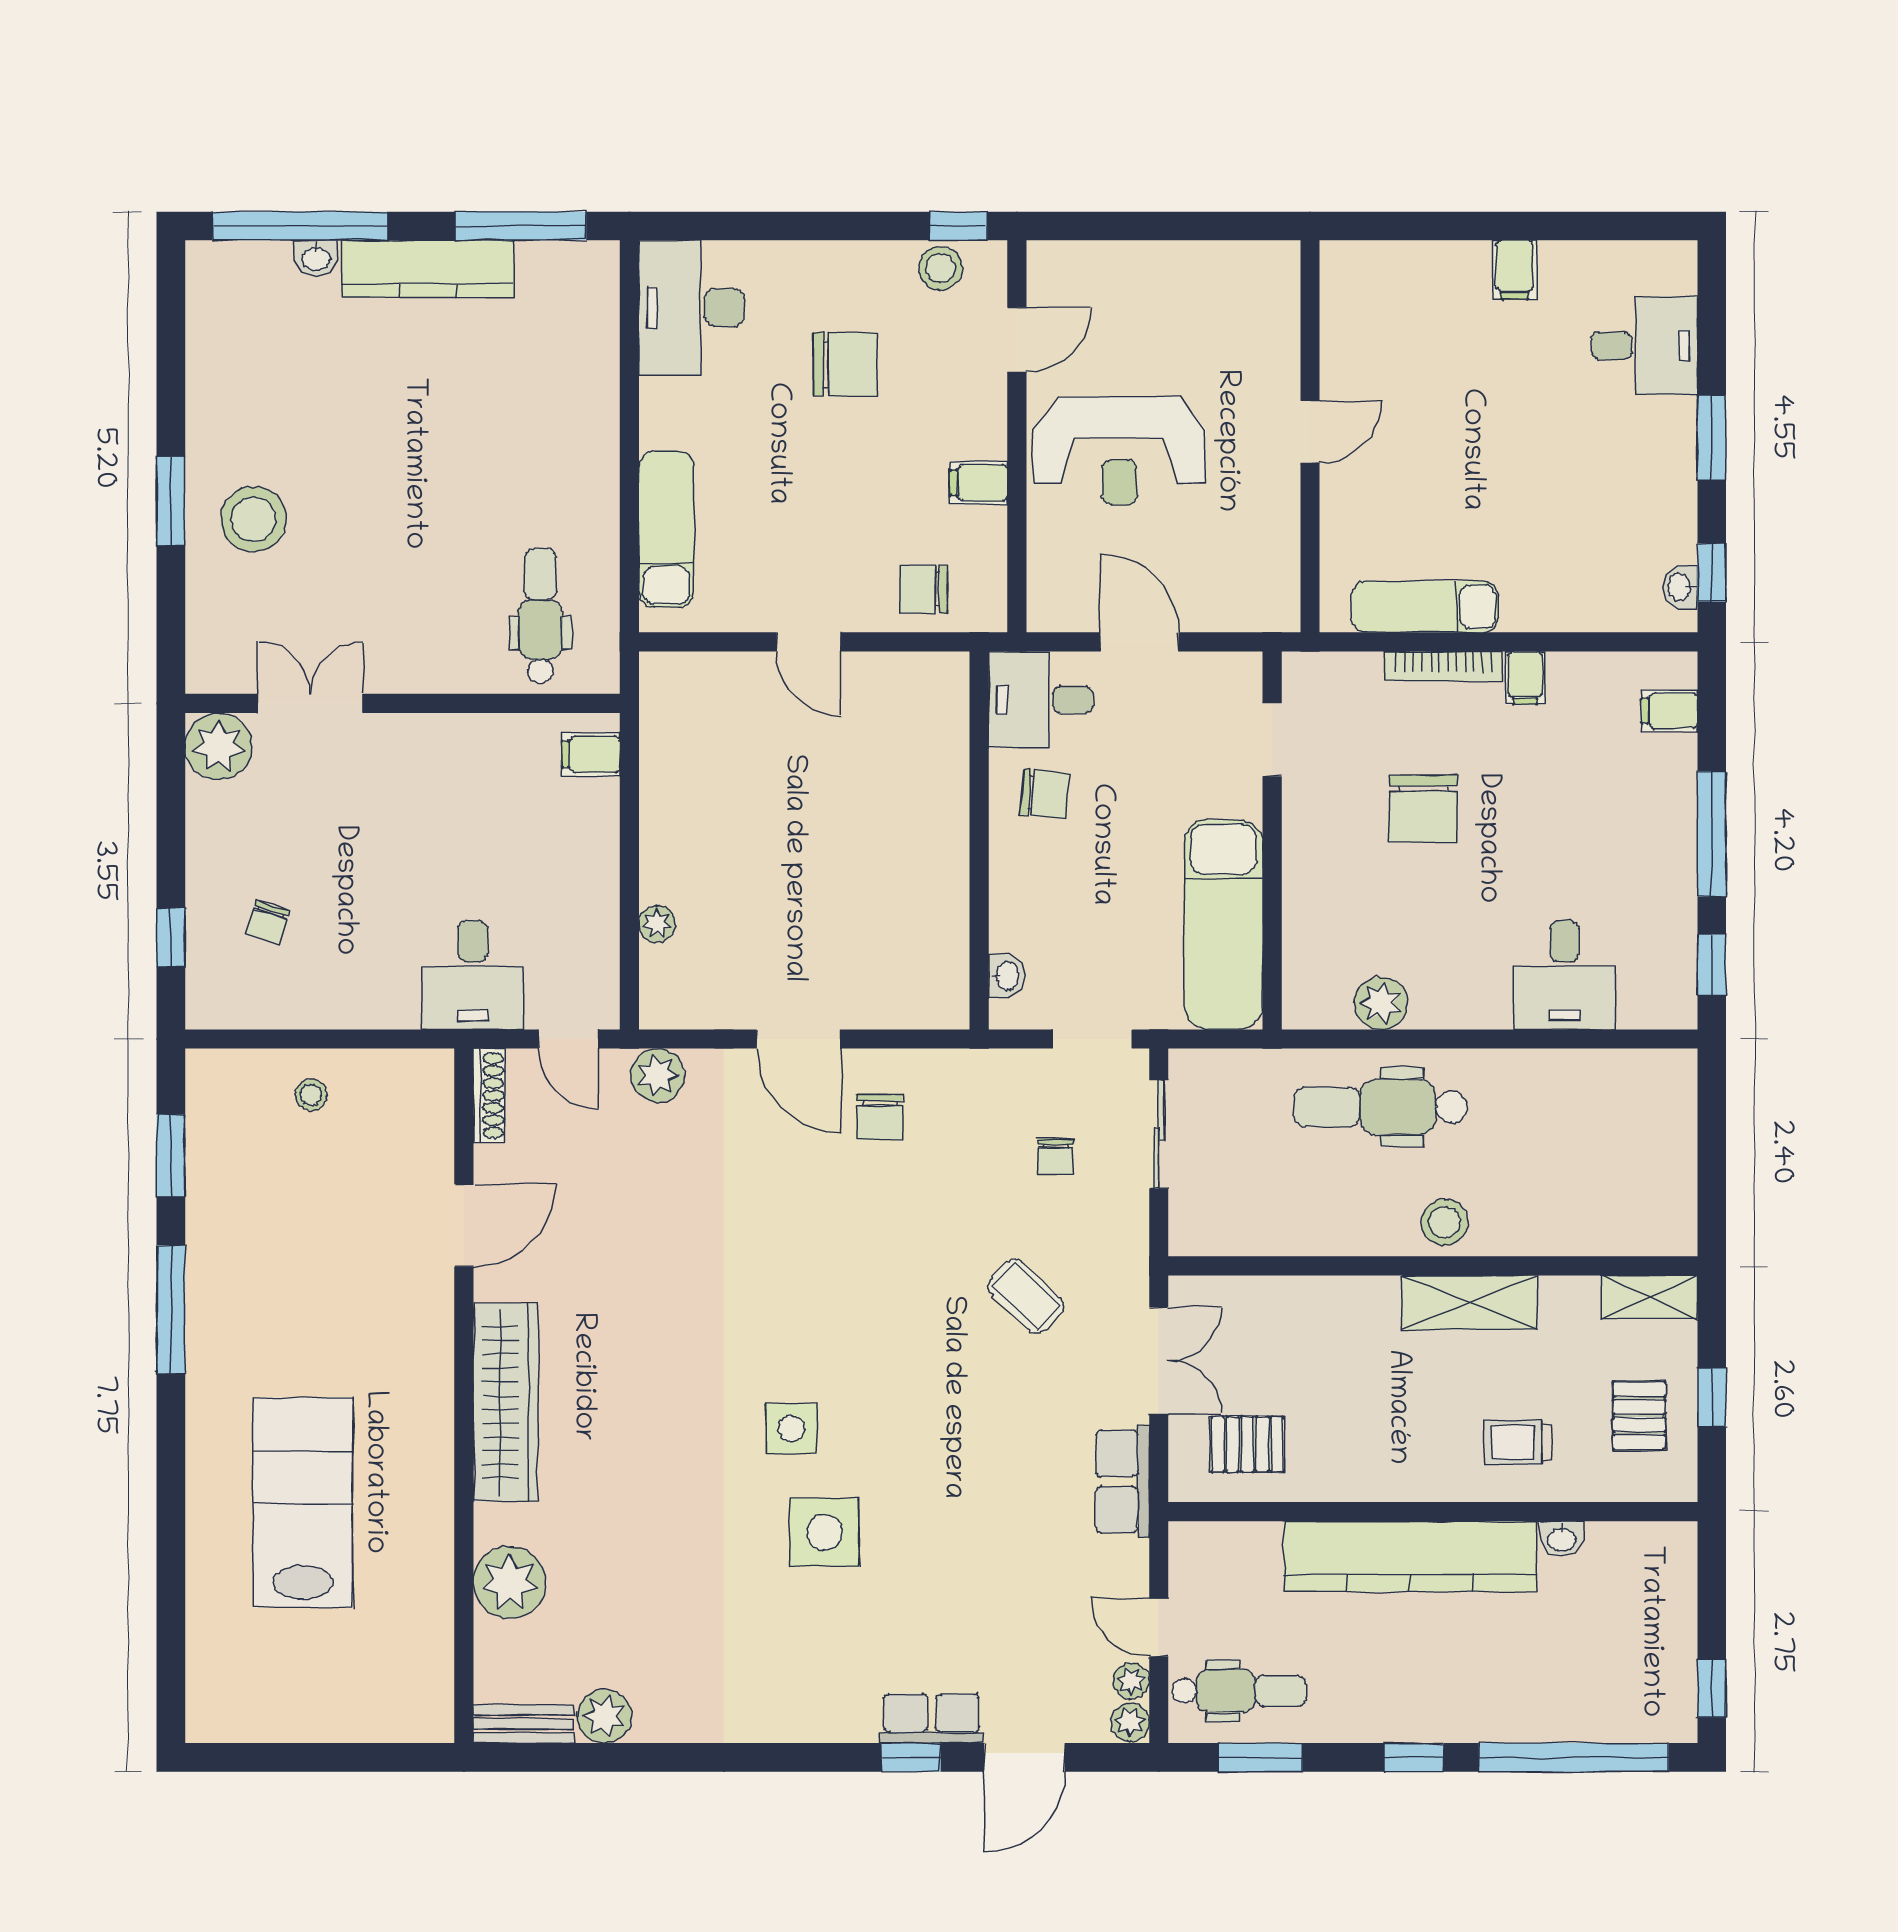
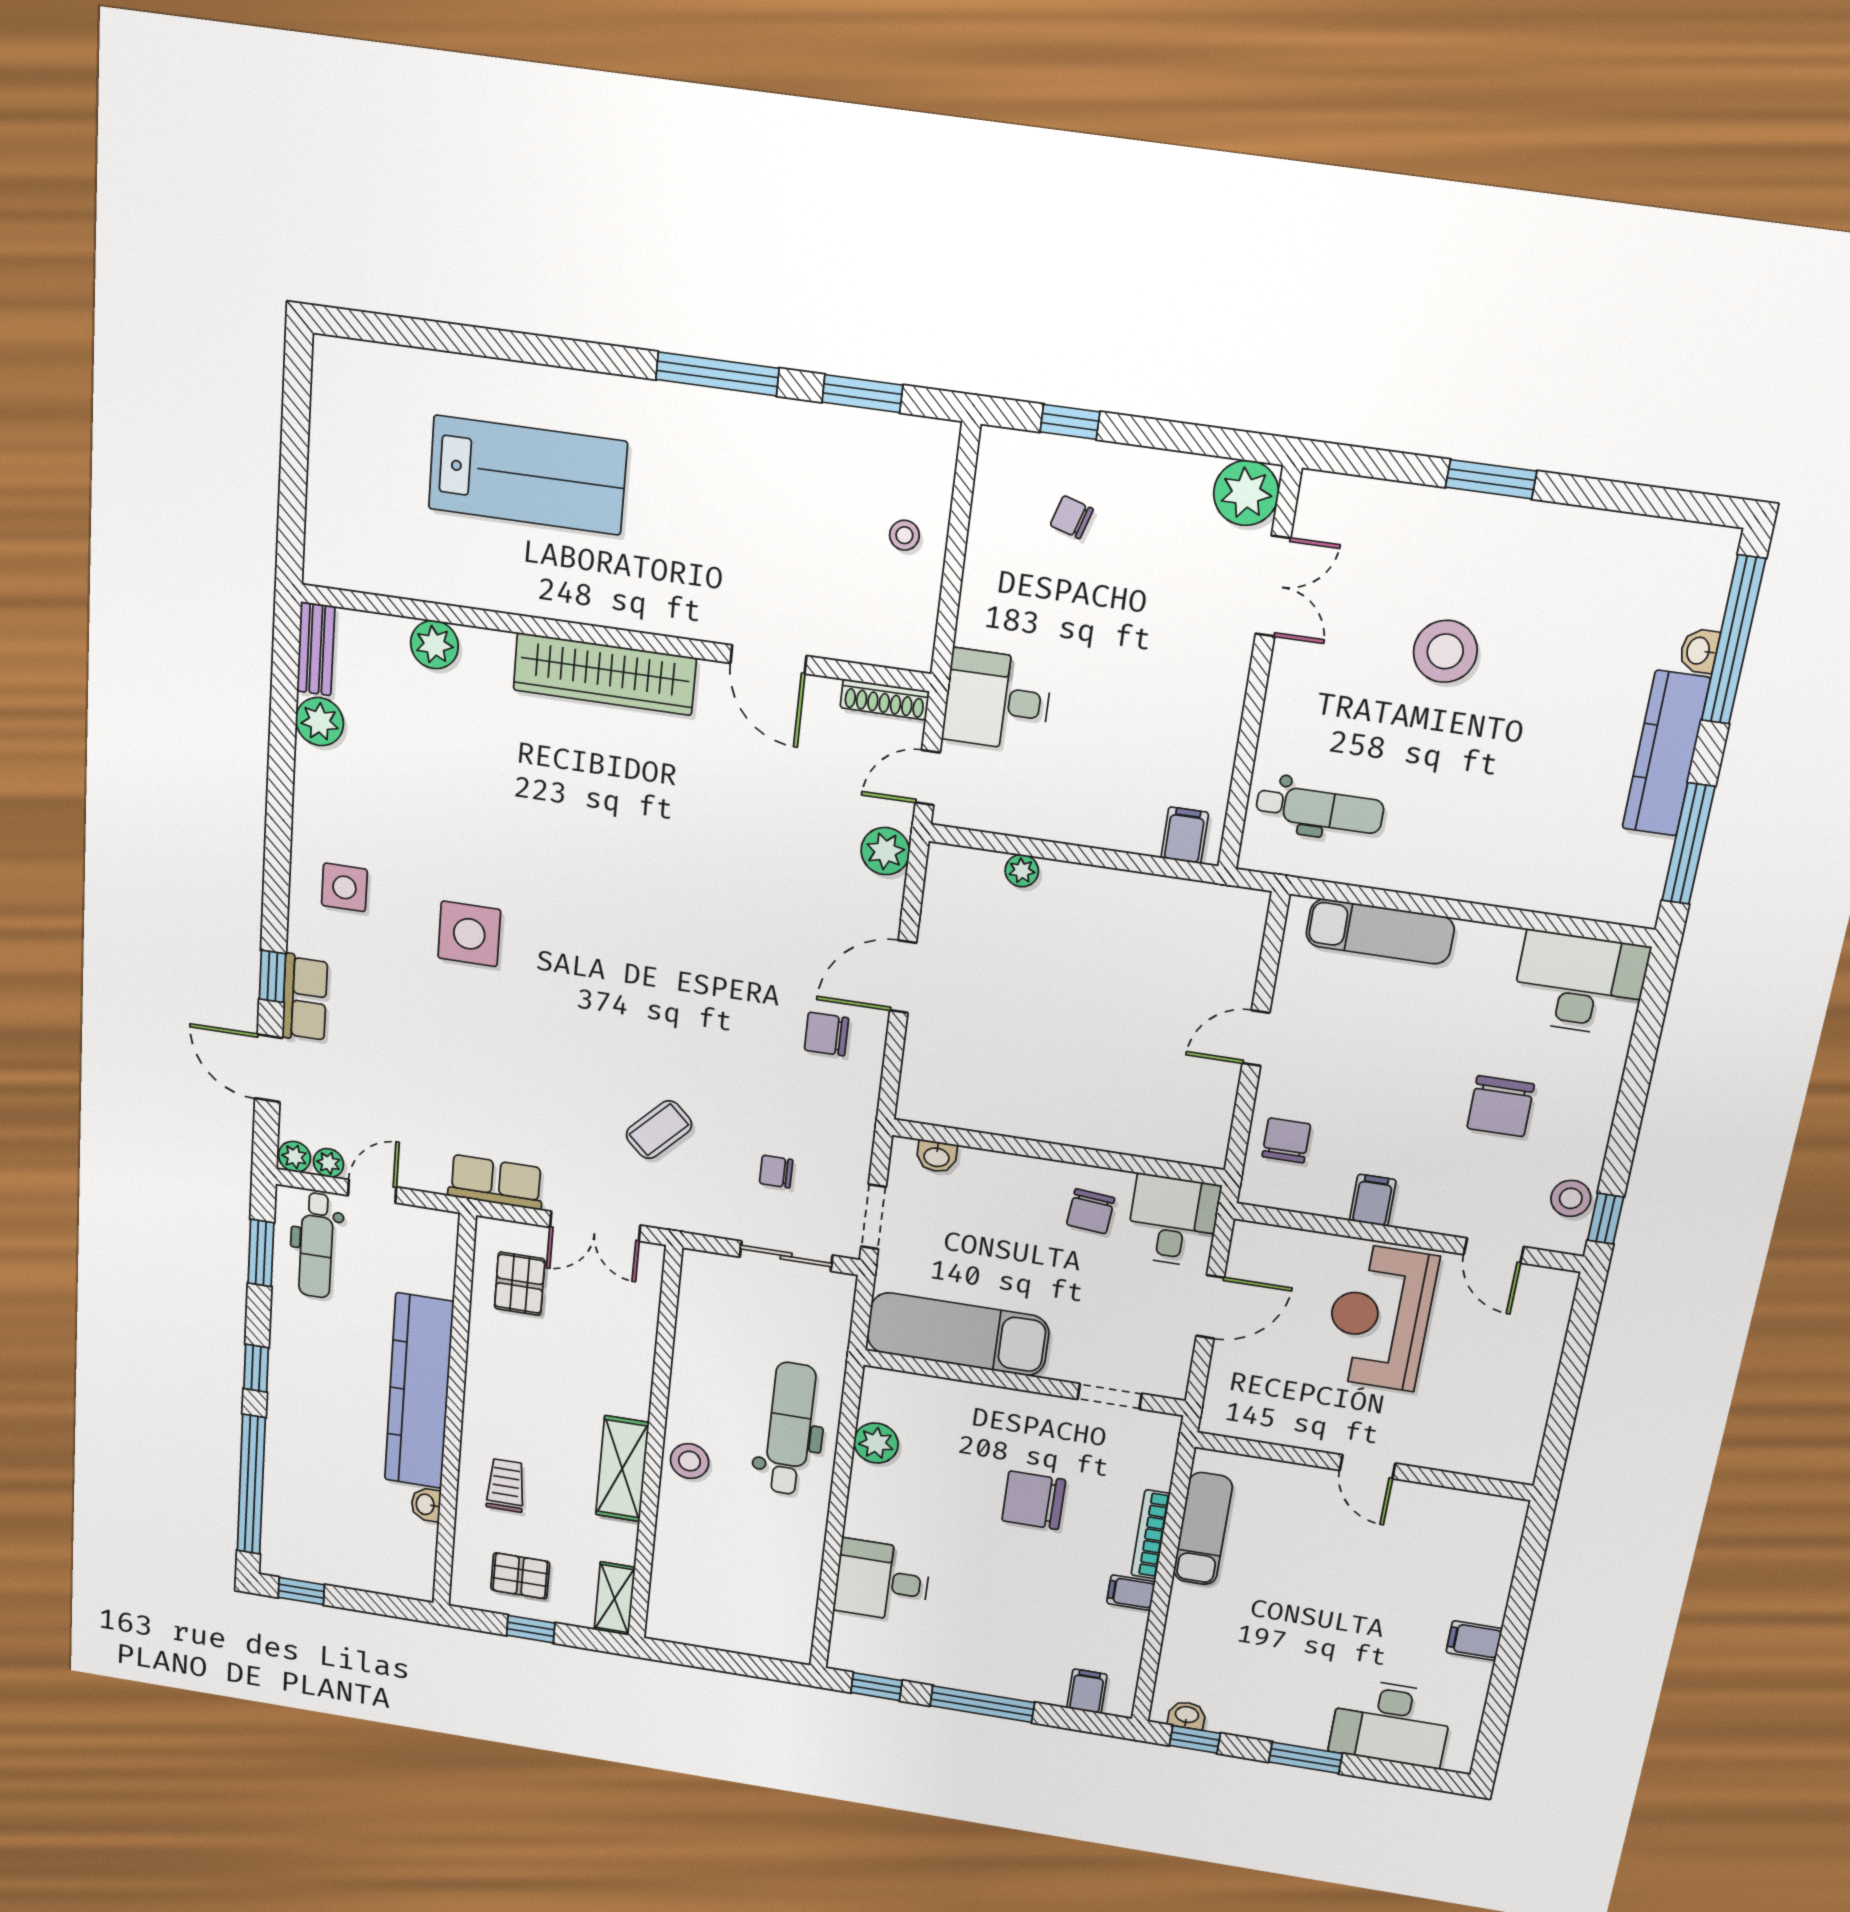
desk: (1644, 346) -> (1391, 1723), width x1.37
stool: (254, 519) -> (1445, 651), moved
side table: (791, 1428) -> (344, 887), moved
plant: (510, 1583) -> (434, 645), width x0.73, depth x0.73

